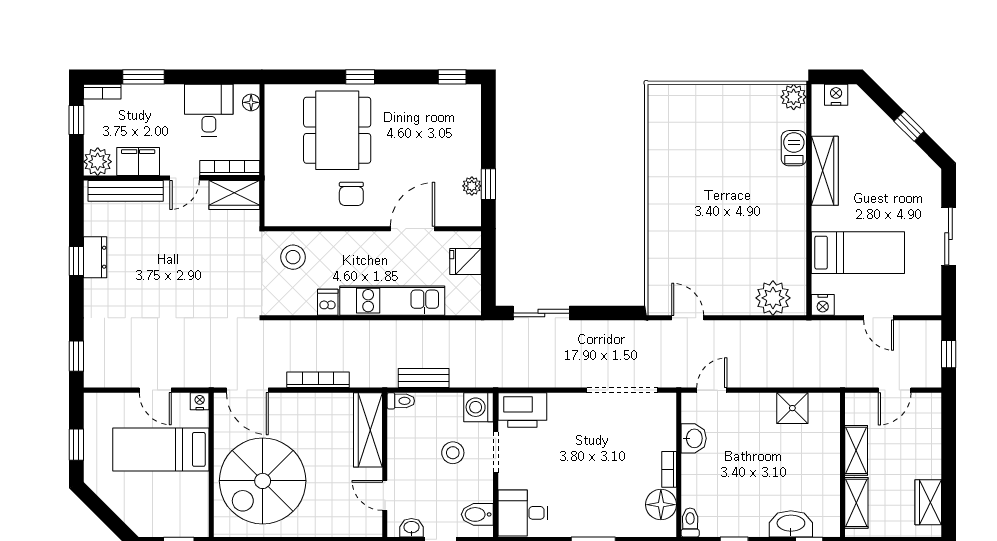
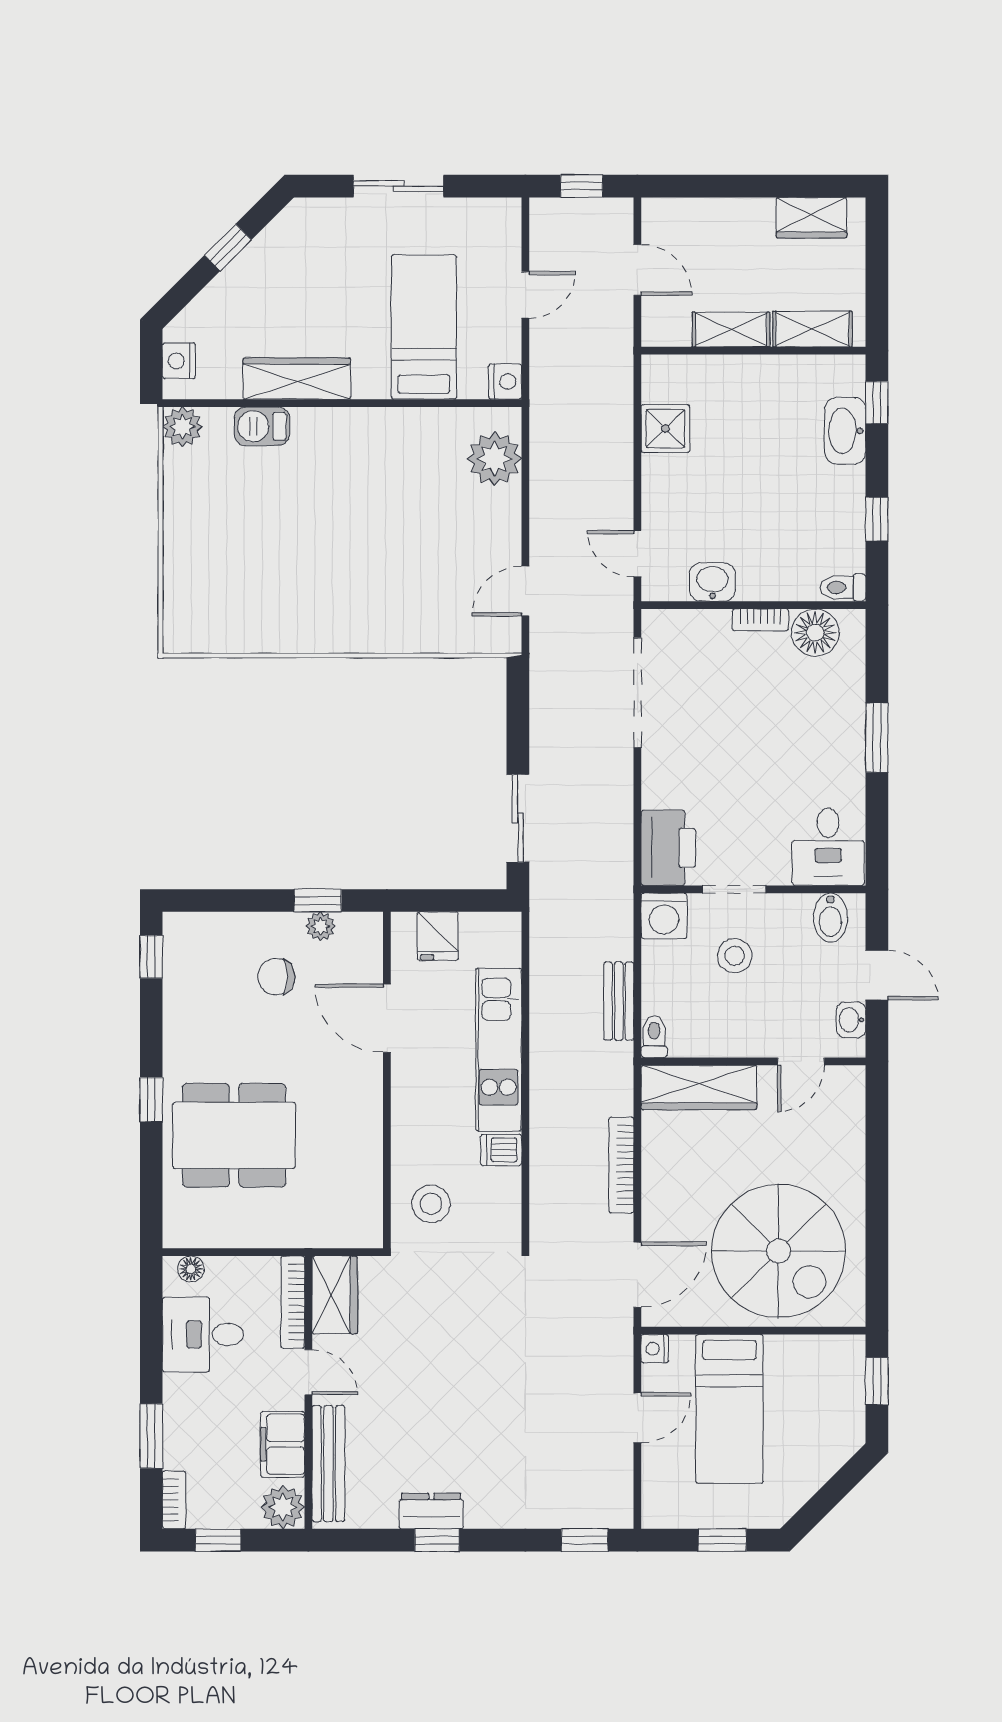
chair: (351, 194) -> (276, 977), moved, turned 180

